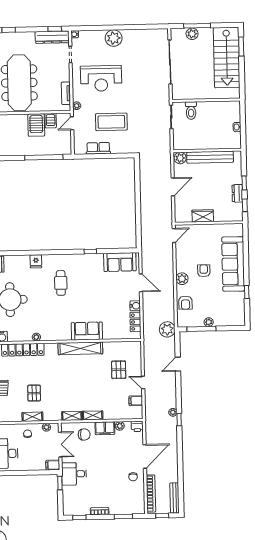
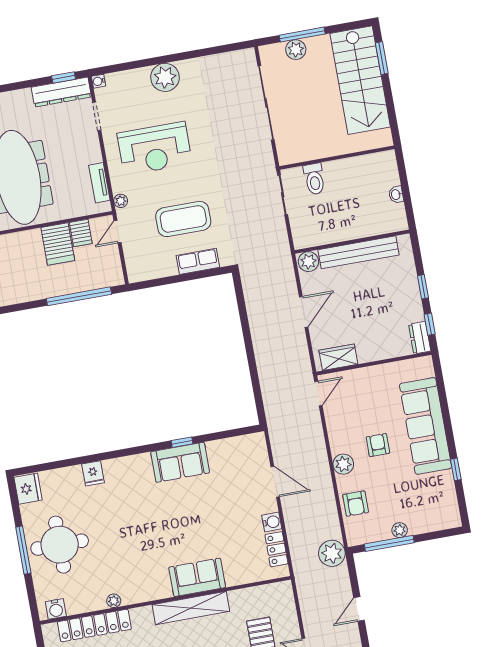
row of seats: (98, 148) -> (198, 261), moved
dresser: (237, 193) -> (420, 338), moved
wardrobe: (203, 216) -> (338, 357), moved
sofa: (120, 262) -> (180, 462), moved
cafe table: (61, 283) -> (141, 503), removed

